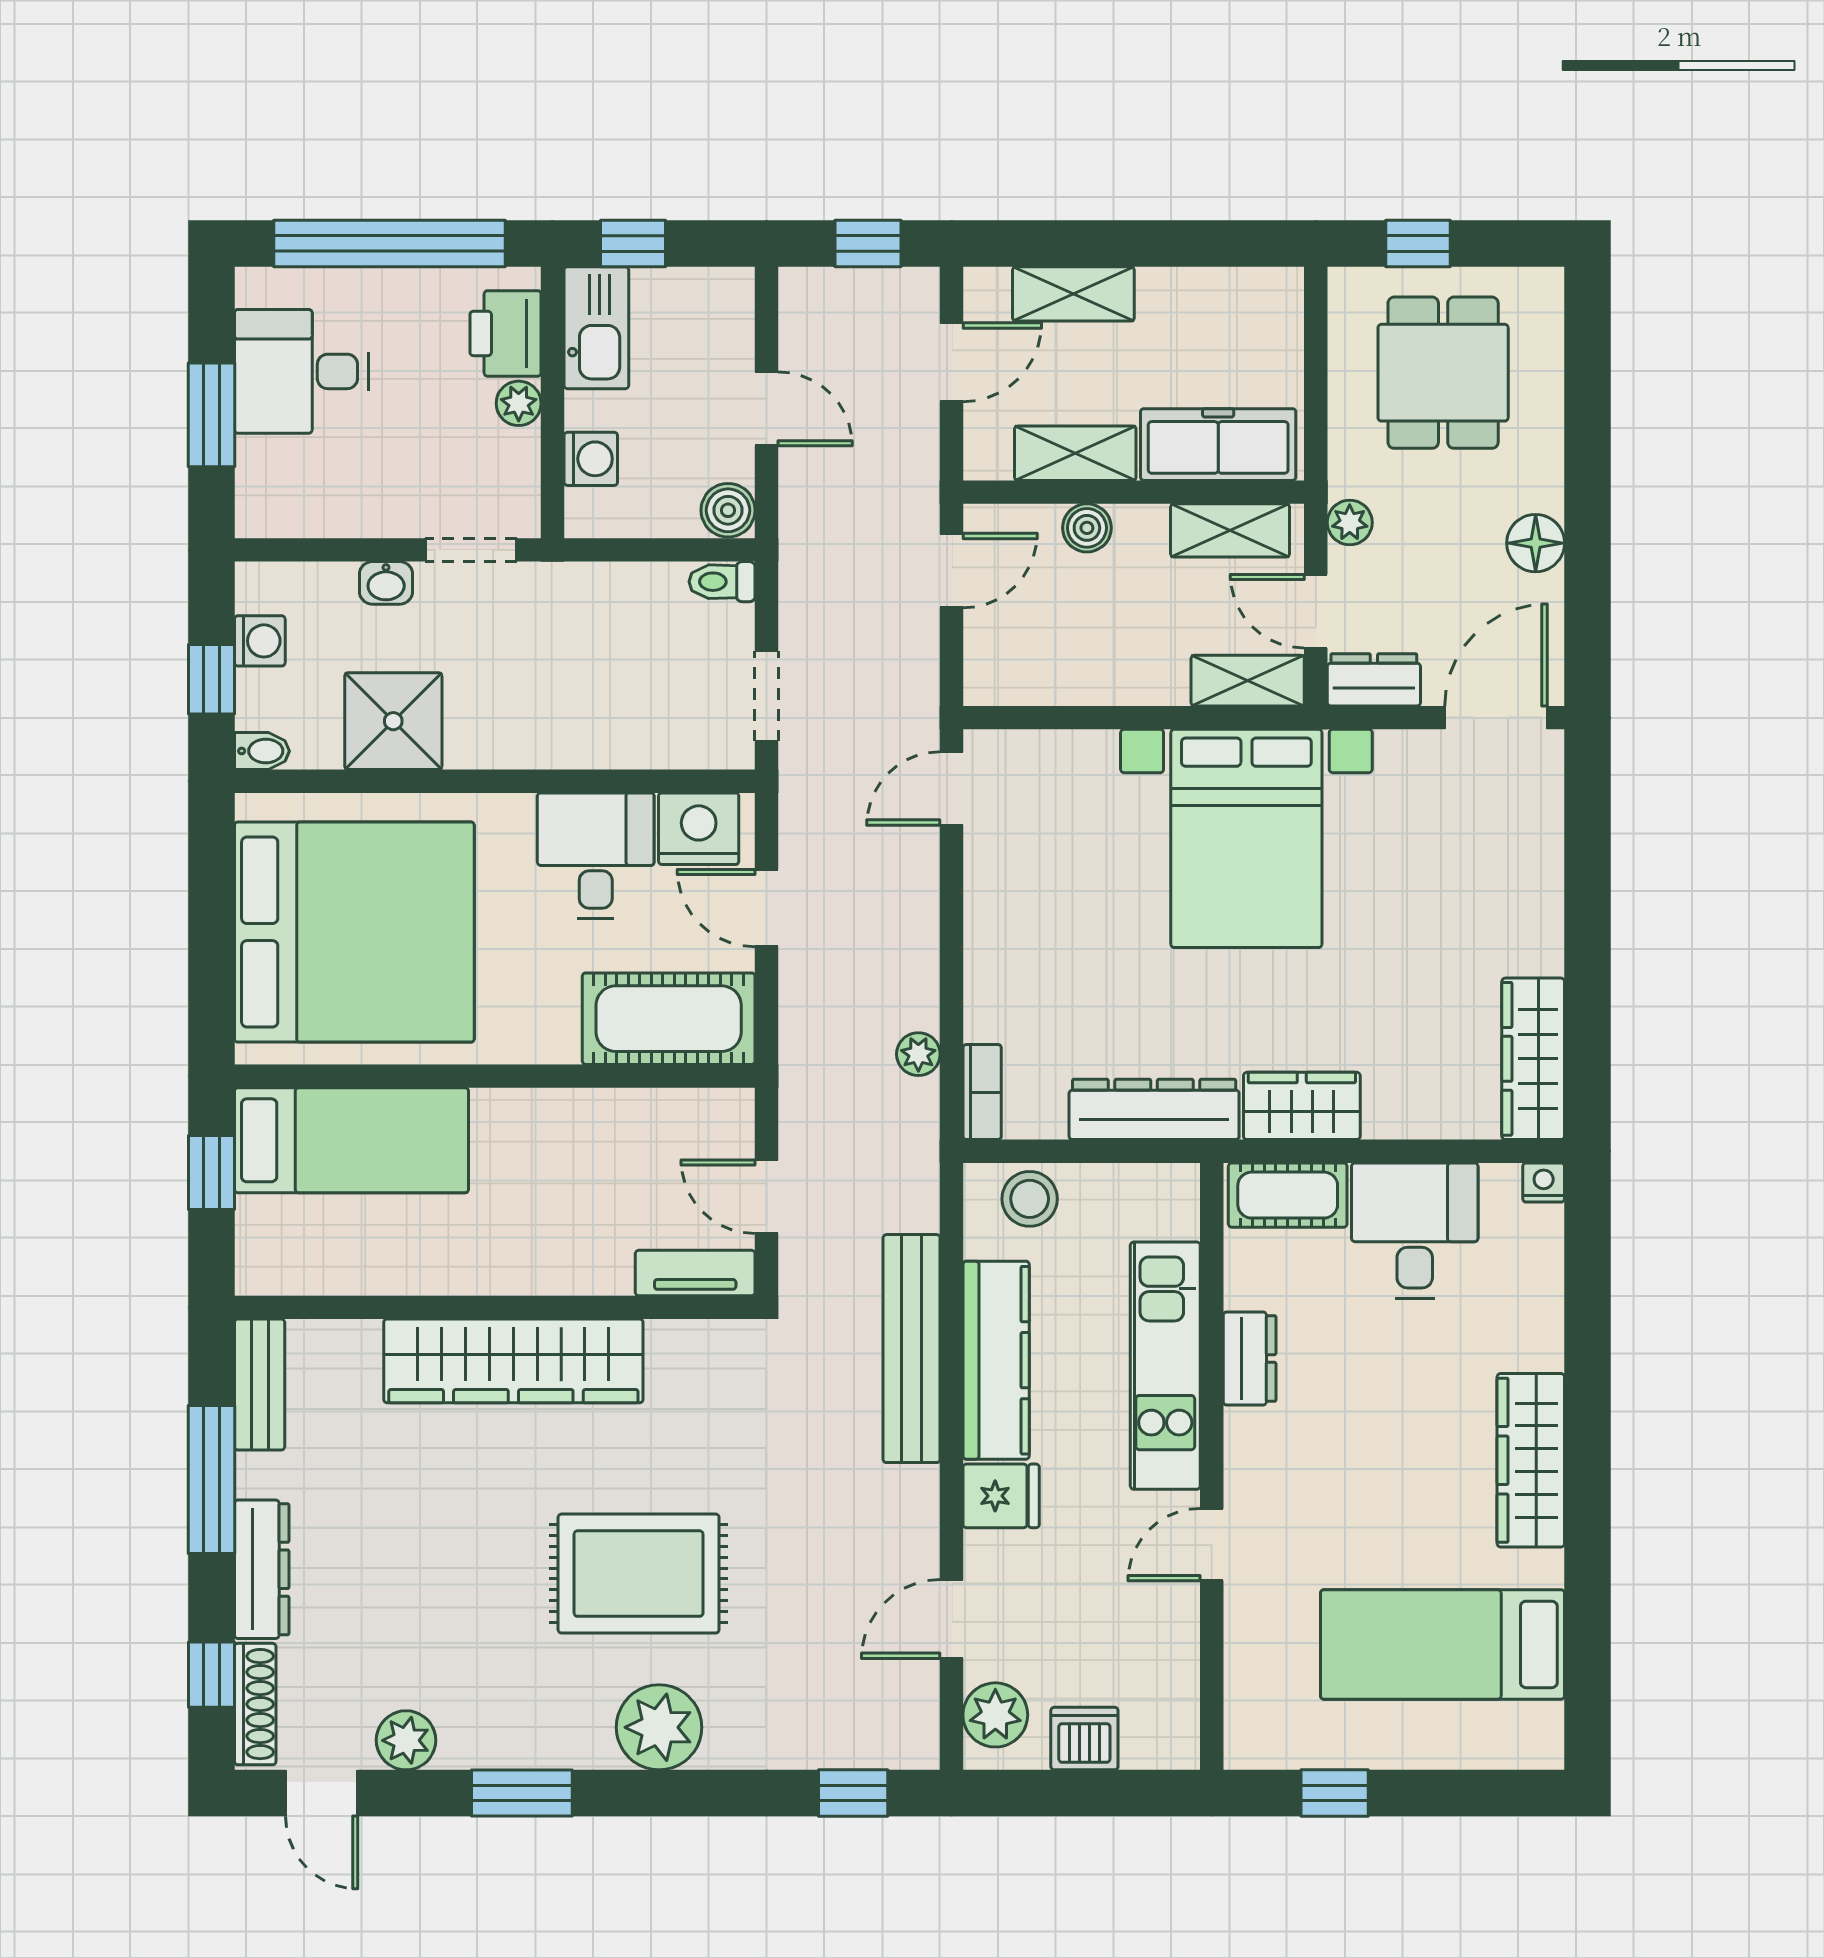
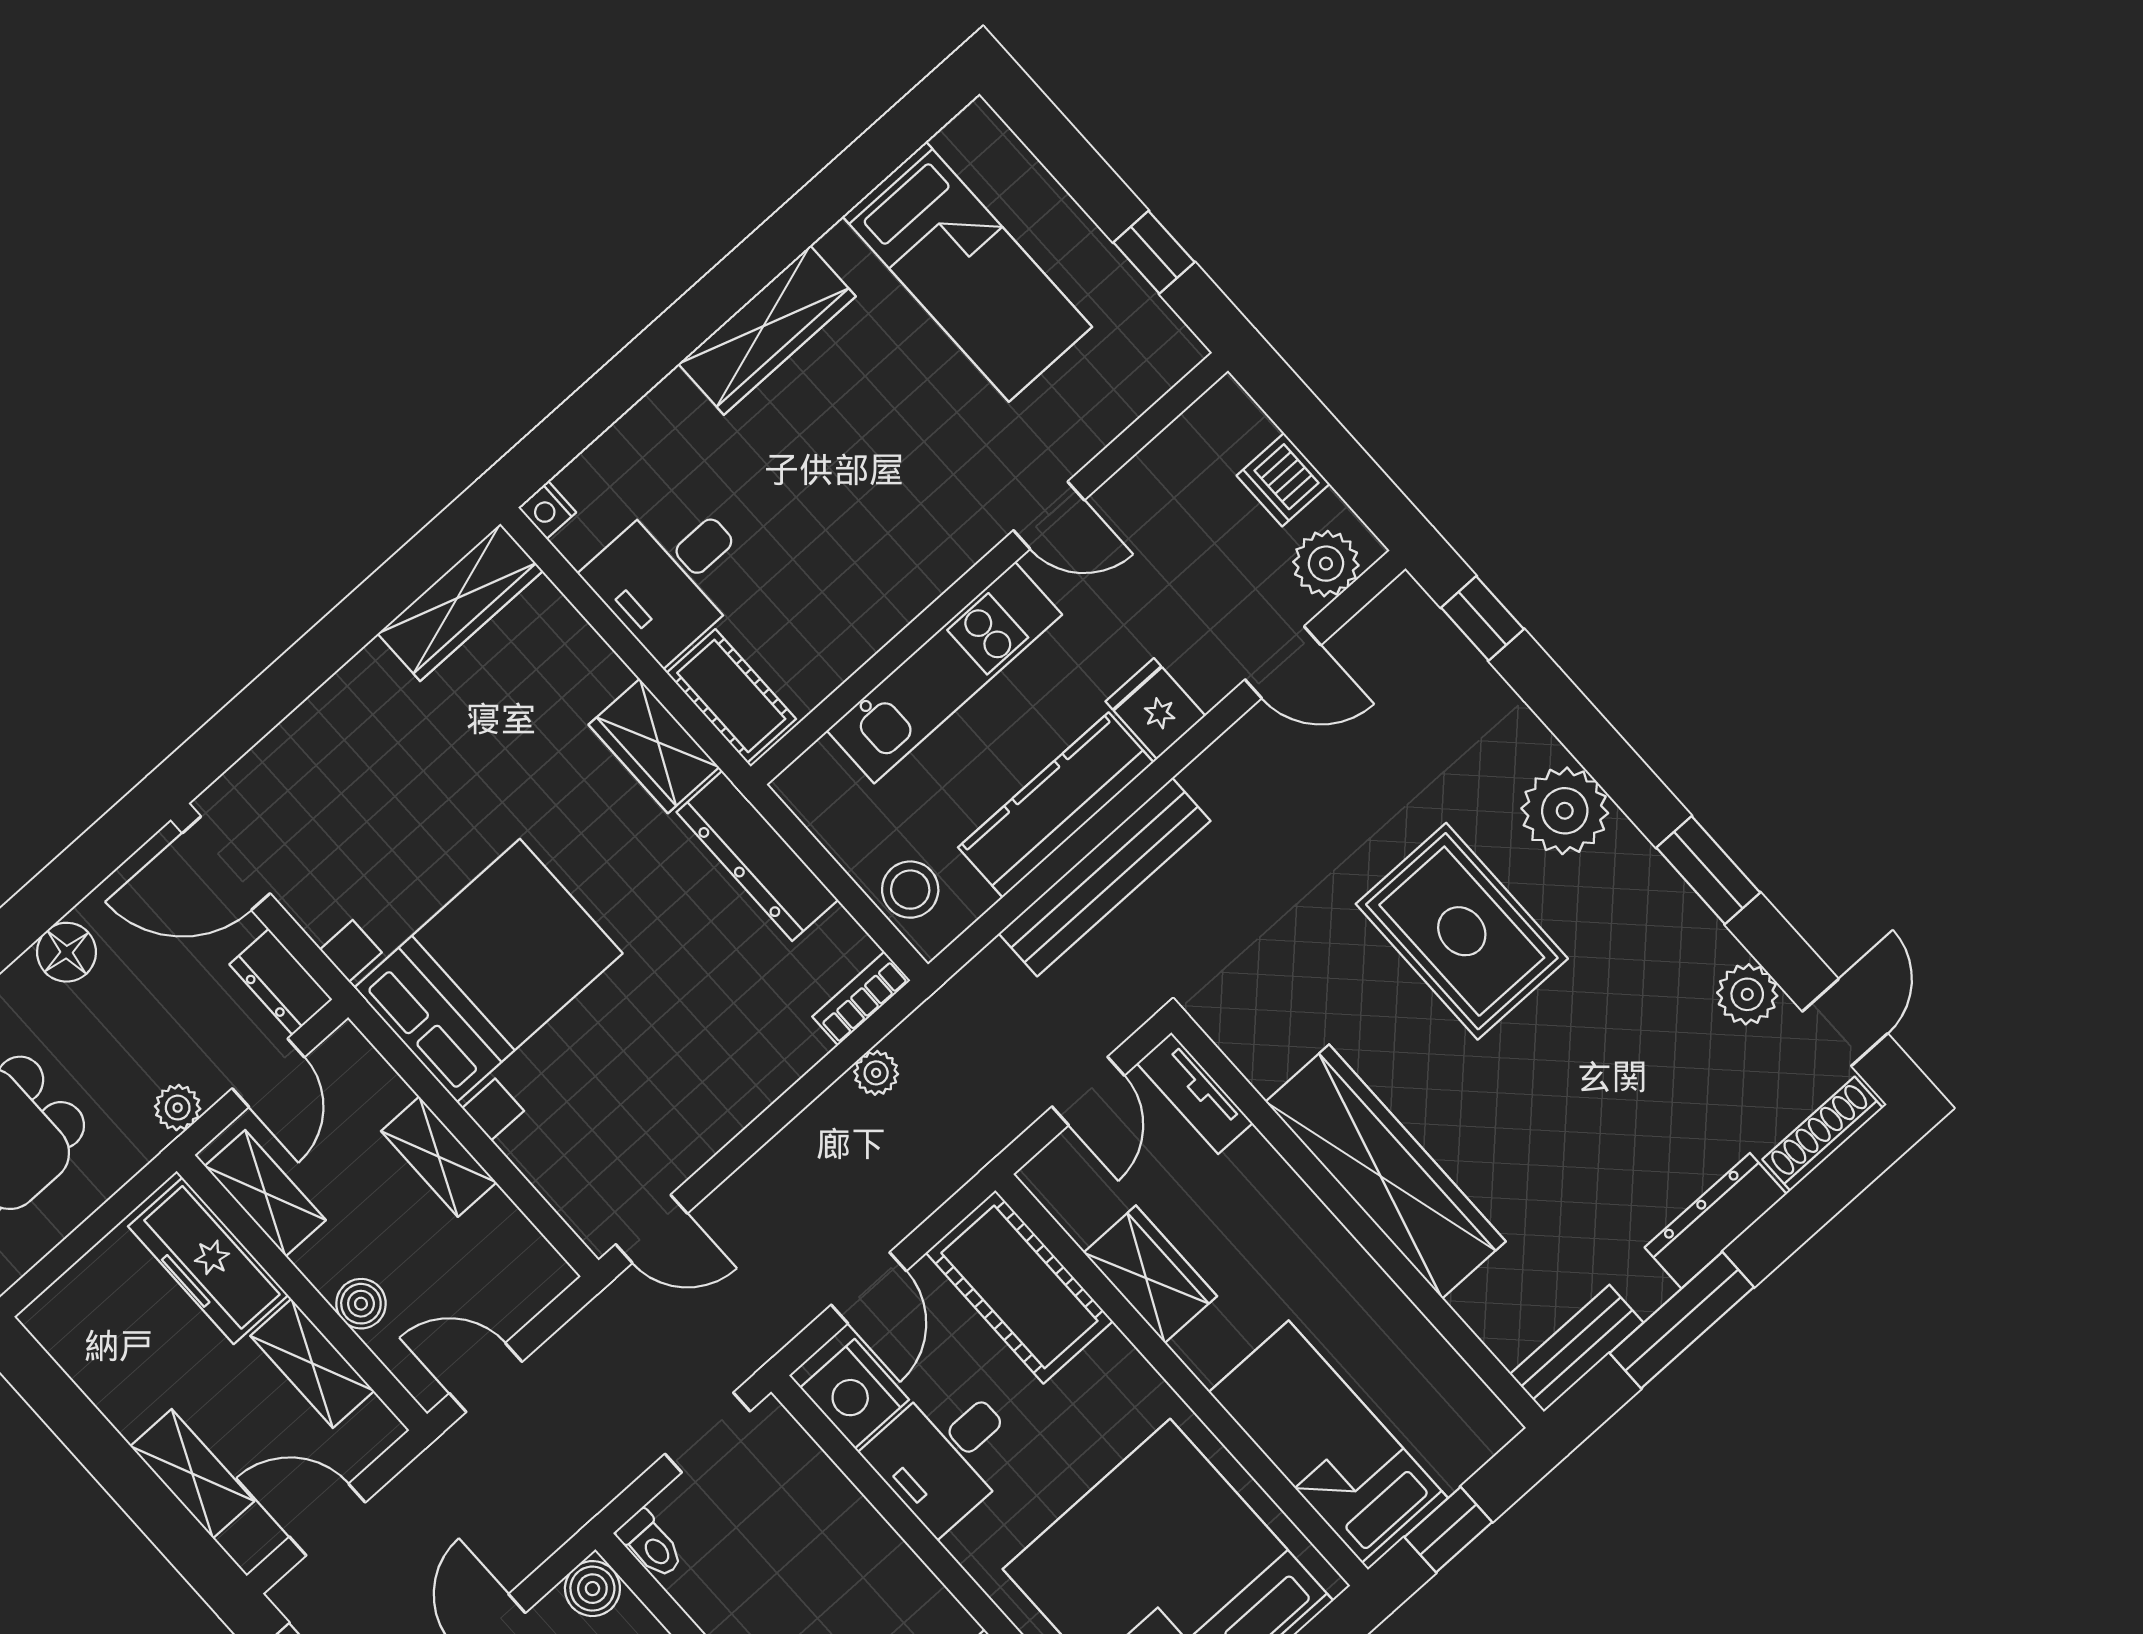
shelving: (1248, 681) -> (439, 1157), moved
wardrobe: (592, 1122) -> (1150, 1274), added
dresser: (1250, 1358) -> (882, 613), removed
window: (211, 1675) -> (1830, 1187), removed

